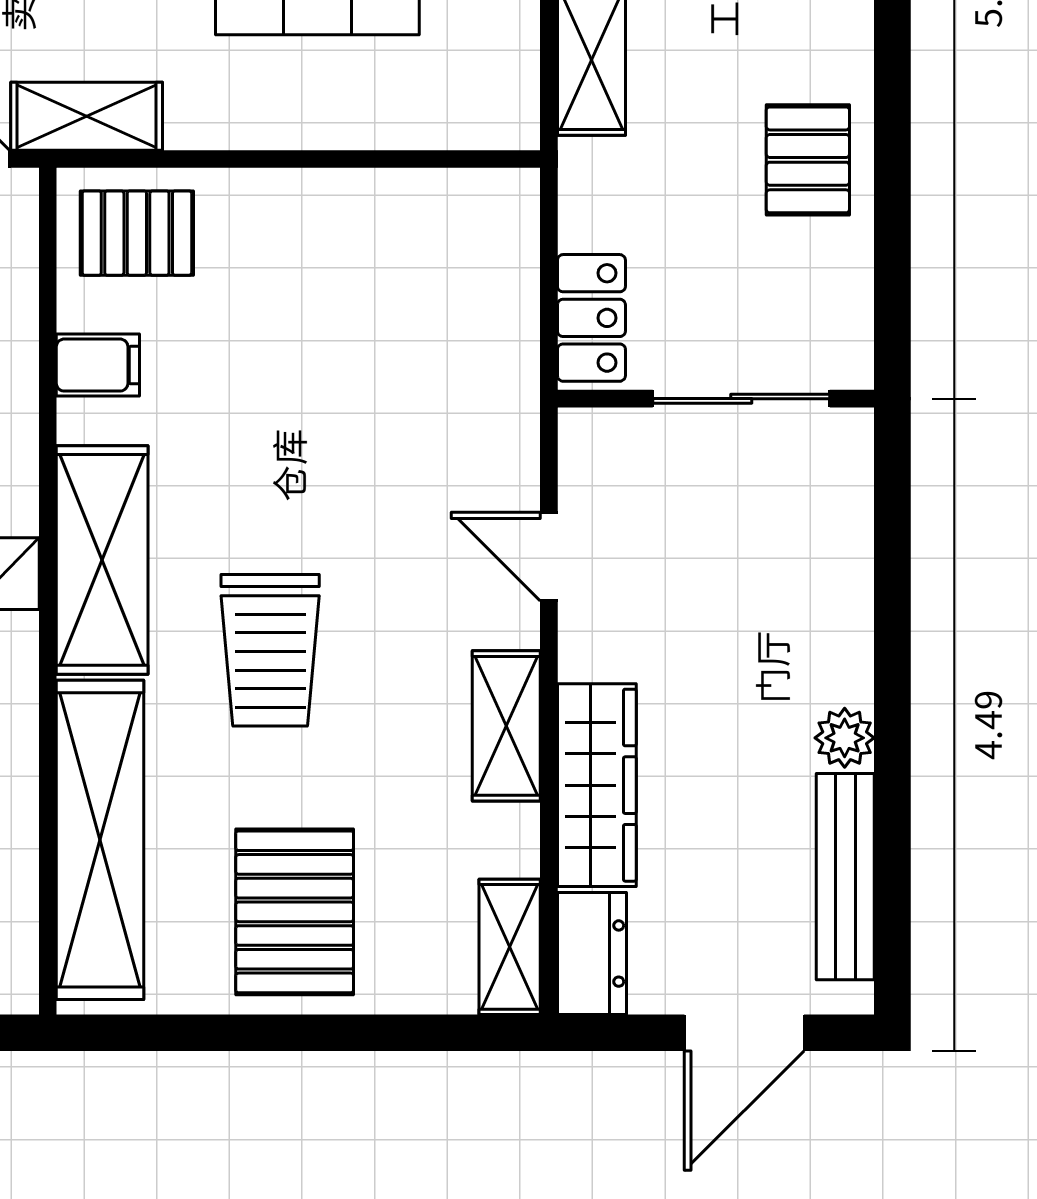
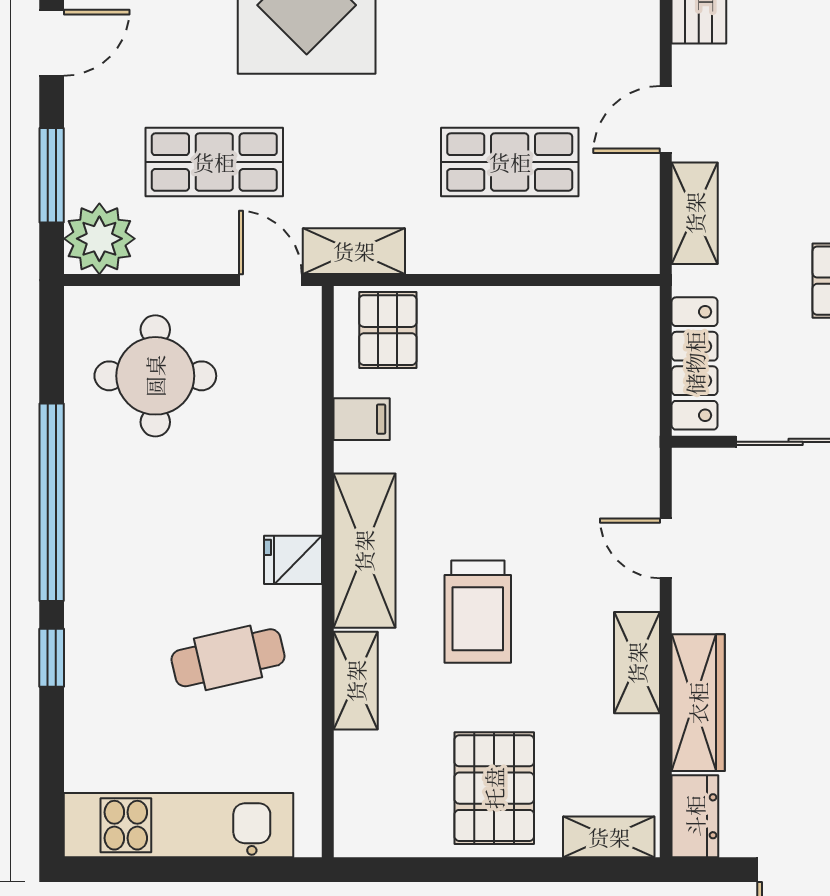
pallet: (137, 233) -> (388, 330), turned 90
locker: (591, 318) -> (695, 363), width x1.53
shelving: (100, 840) -> (356, 681), width x0.45, depth x0.75
shelving: (510, 947) -> (609, 837), moved, turned 90

